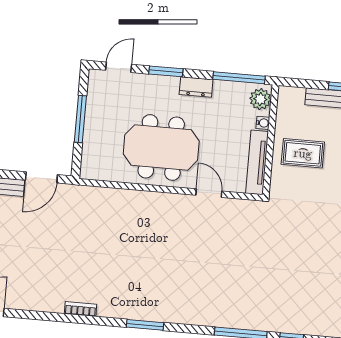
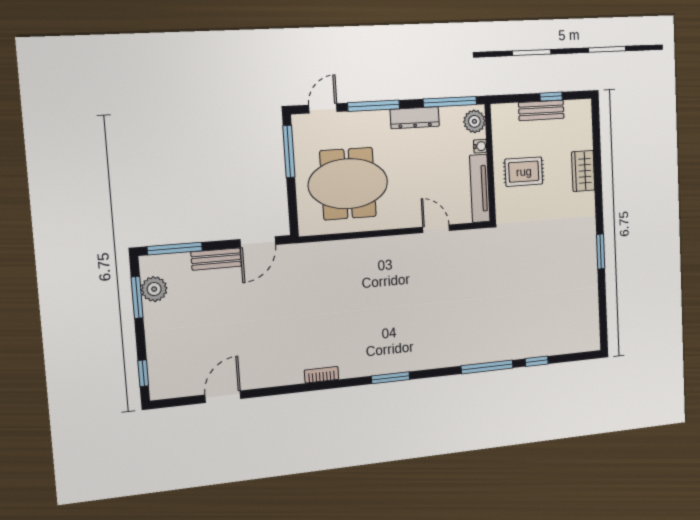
window: (166, 71) -> (374, 106), width x1.44
dresser: (196, 87) -> (415, 118), width x1.44
window: (80, 119) -> (289, 151), moved
meeting table: (161, 147) -> (348, 184), moved

